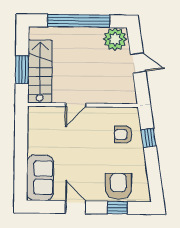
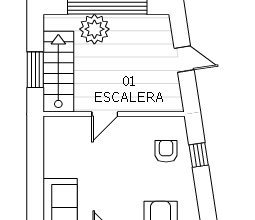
plant: (115, 39) -> (94, 29), moved
armchair: (123, 134) -> (166, 151), turned 91

